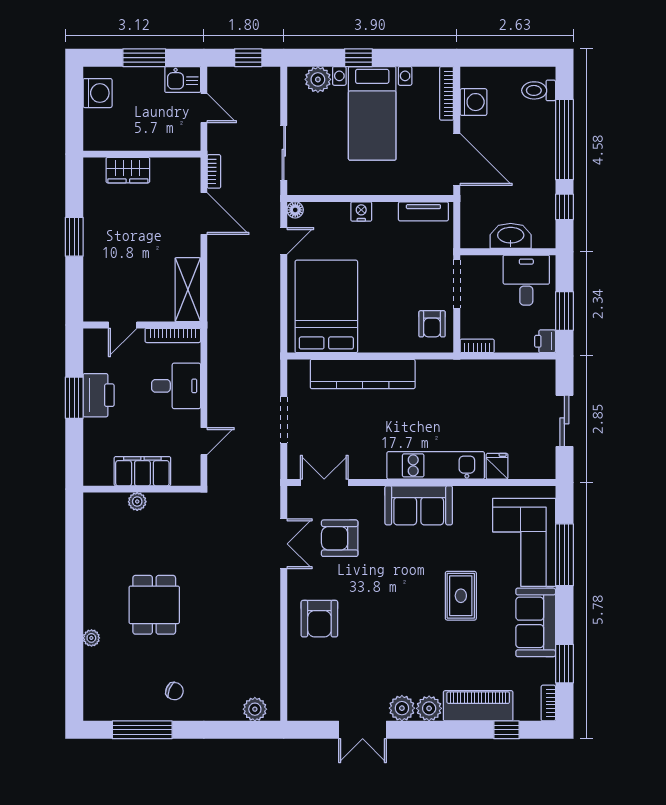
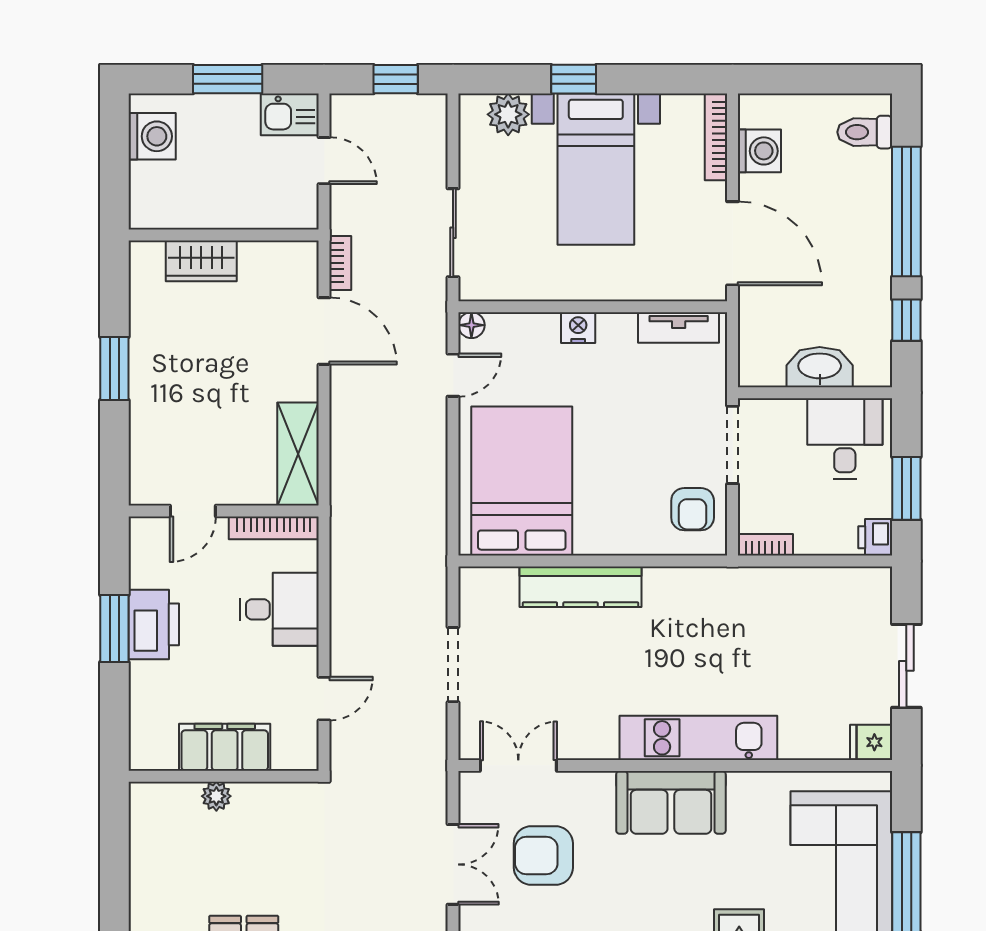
kitchen counter: (363, 374) -> (580, 587), width x0.72, depth x0.86
fridge: (497, 466) -> (871, 742), moved, turned -90

